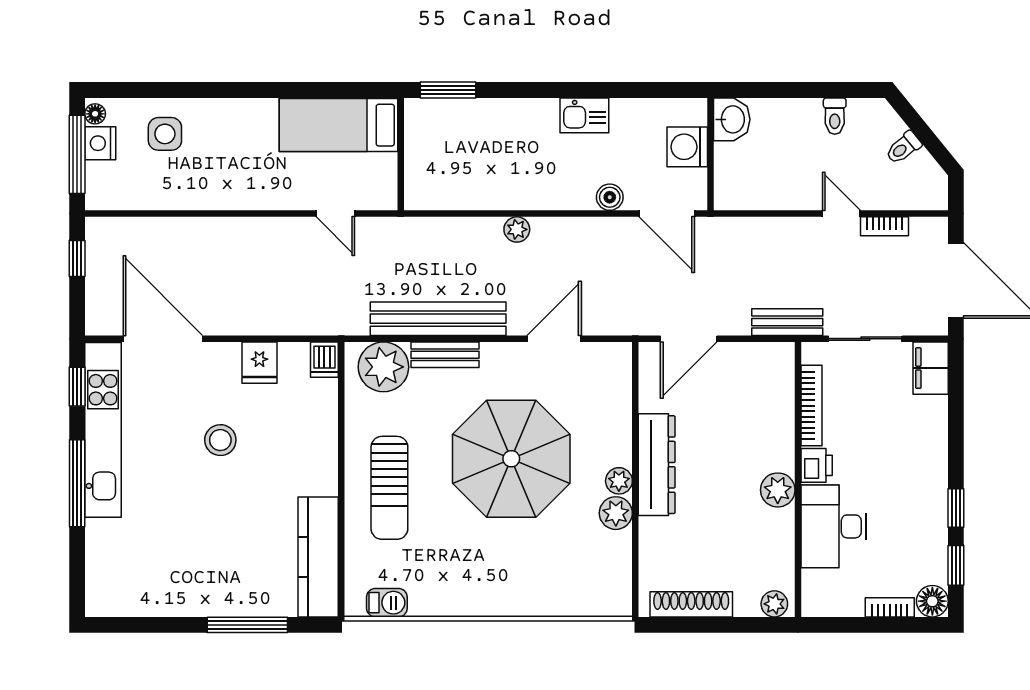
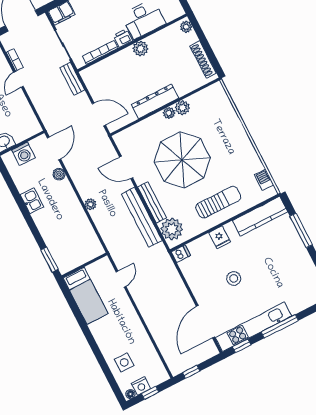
window: (77, 154) -> (150, 393), width x0.46
bench: (445, 355) -> (152, 202), width x1.36
fridge: (259, 363) -> (220, 237), moved, turned 90

